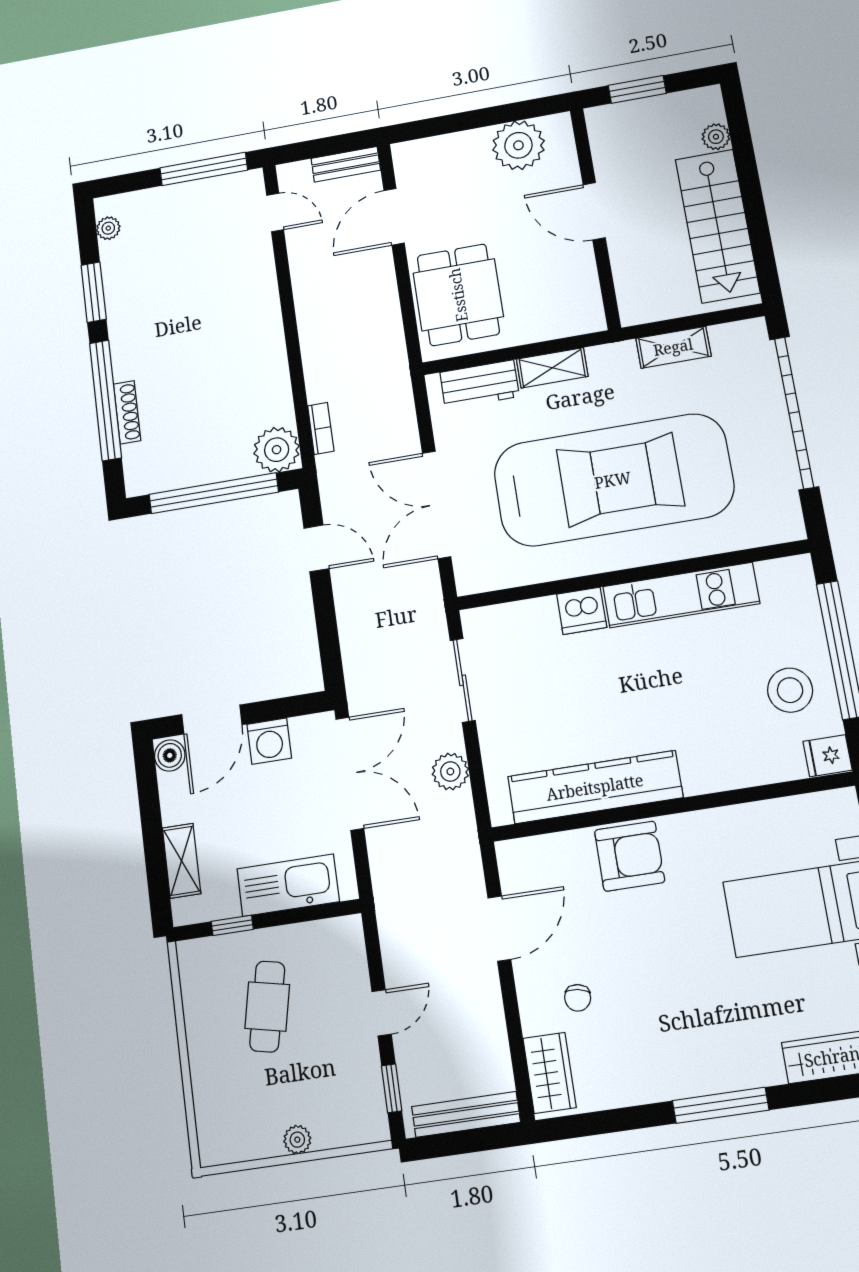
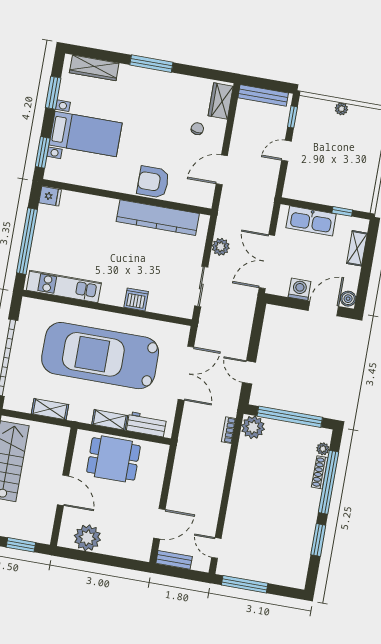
plant: (108, 228) -> (323, 449), moved
dining table: (458, 295) -> (113, 459), moved, turned 90
kitchen unit: (681, 595) -> (64, 286), moved
stool: (790, 690) -> (56, 231), removed
cafe table: (267, 1007) -> (337, 170), removed

